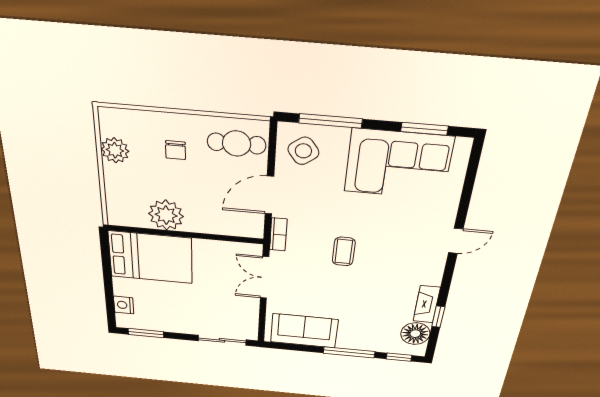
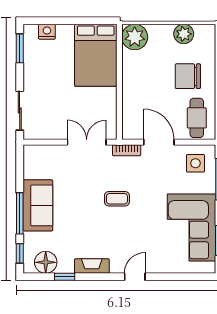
chair: (176, 150) -> (188, 76), width x1.87, depth x1.87
side table: (303, 151) -> (195, 163), turned 37
plant: (166, 215) -> (135, 37), moved
door: (456, 241) -> (135, 277), swing flipped
fireplace: (427, 304) -> (92, 266), moved
sofa: (304, 331) -> (38, 205), moved

